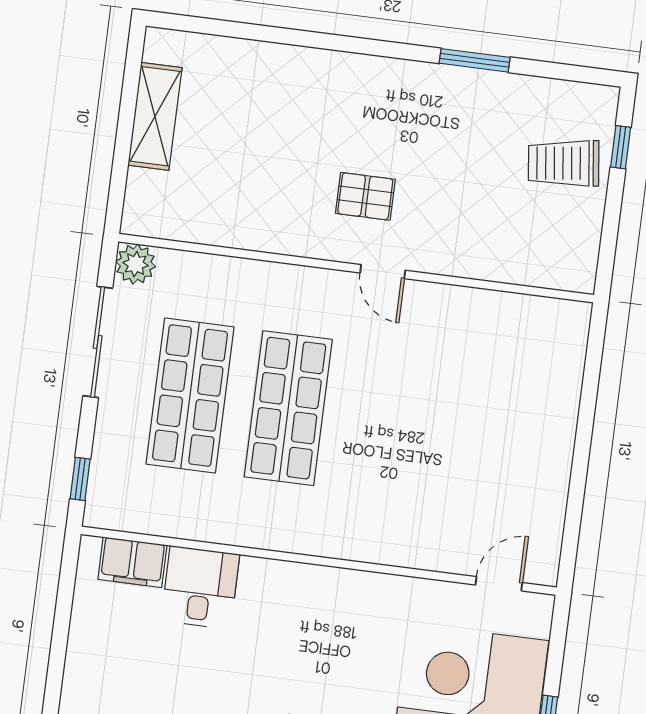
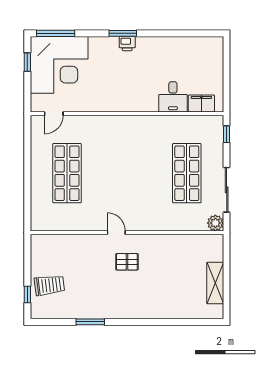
shop shelf: (288, 408) -> (67, 173), moved

